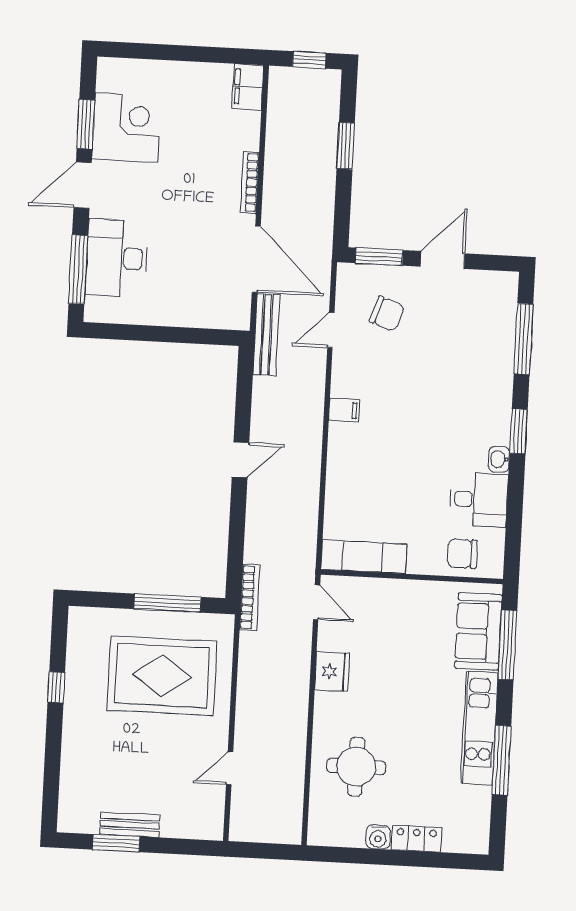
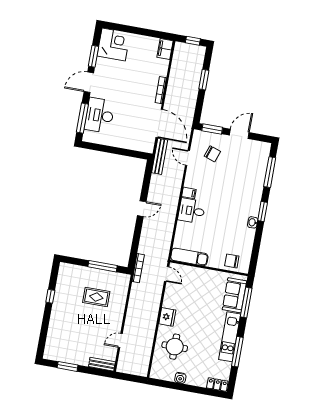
corner desk: (127, 128) -> (114, 44), moved
door: (331, 330) -> (187, 158), hinge flipped
desk: (479, 500) -> (192, 211), moved, turned 180
fridge: (332, 672) -> (167, 317), moved
rug: (162, 676) -> (96, 297), width x0.54, depth x0.49
bench: (130, 825) -> (102, 364), moved
locker: (416, 839) -> (217, 385), moved

